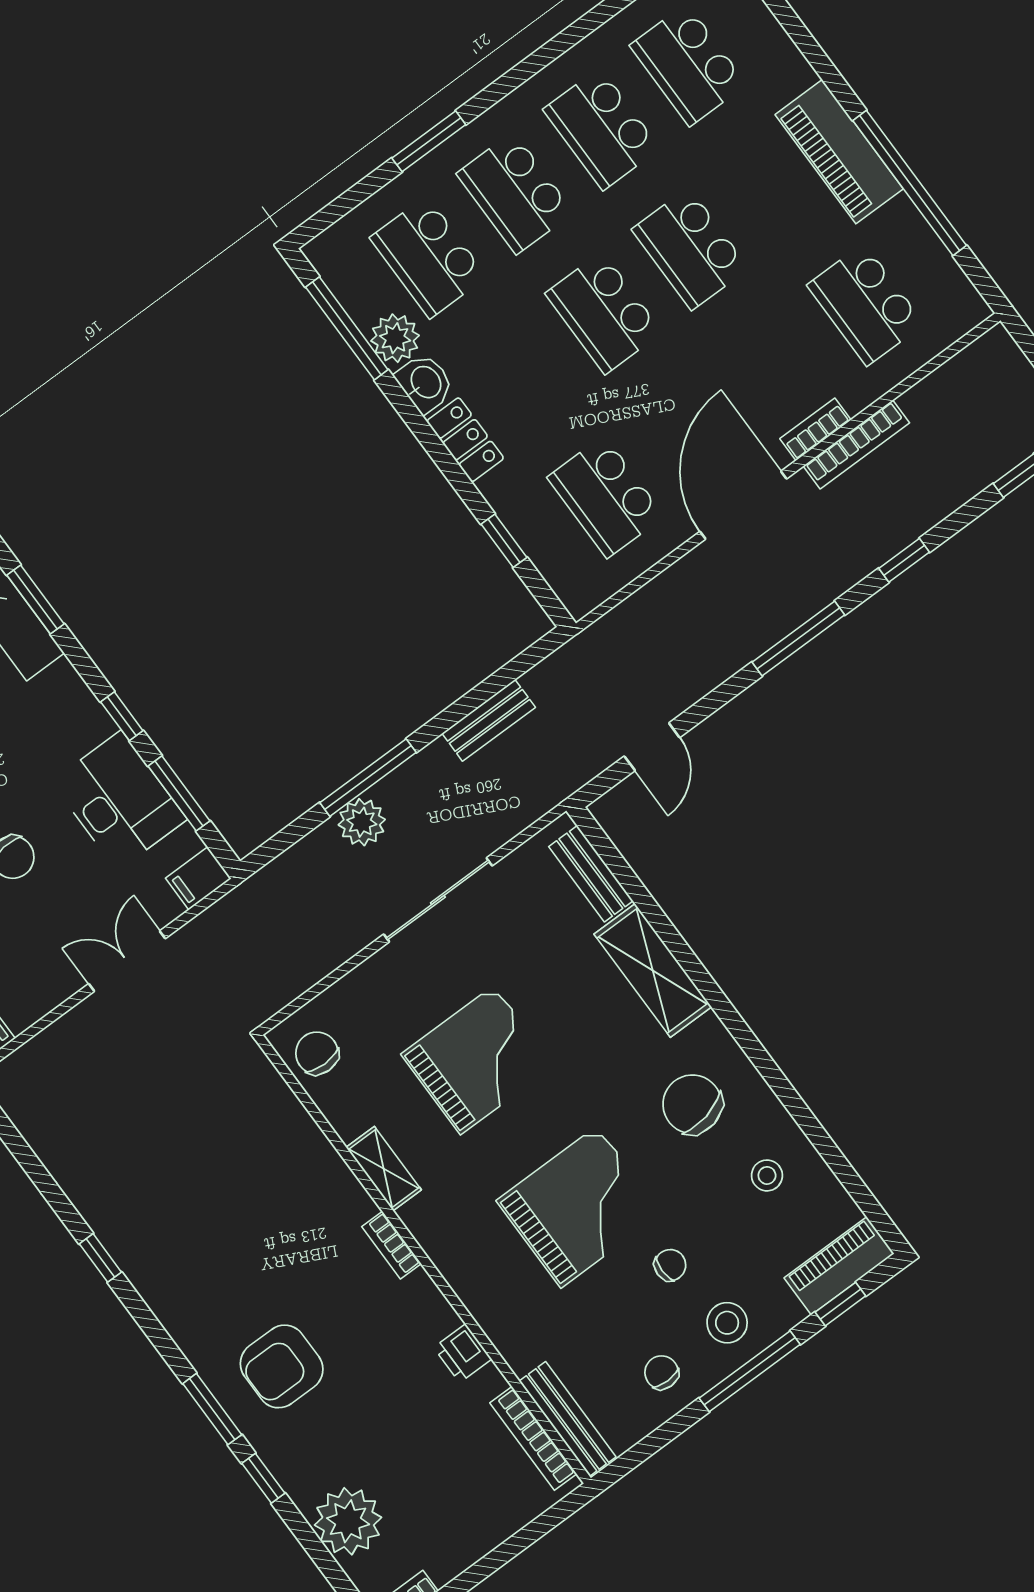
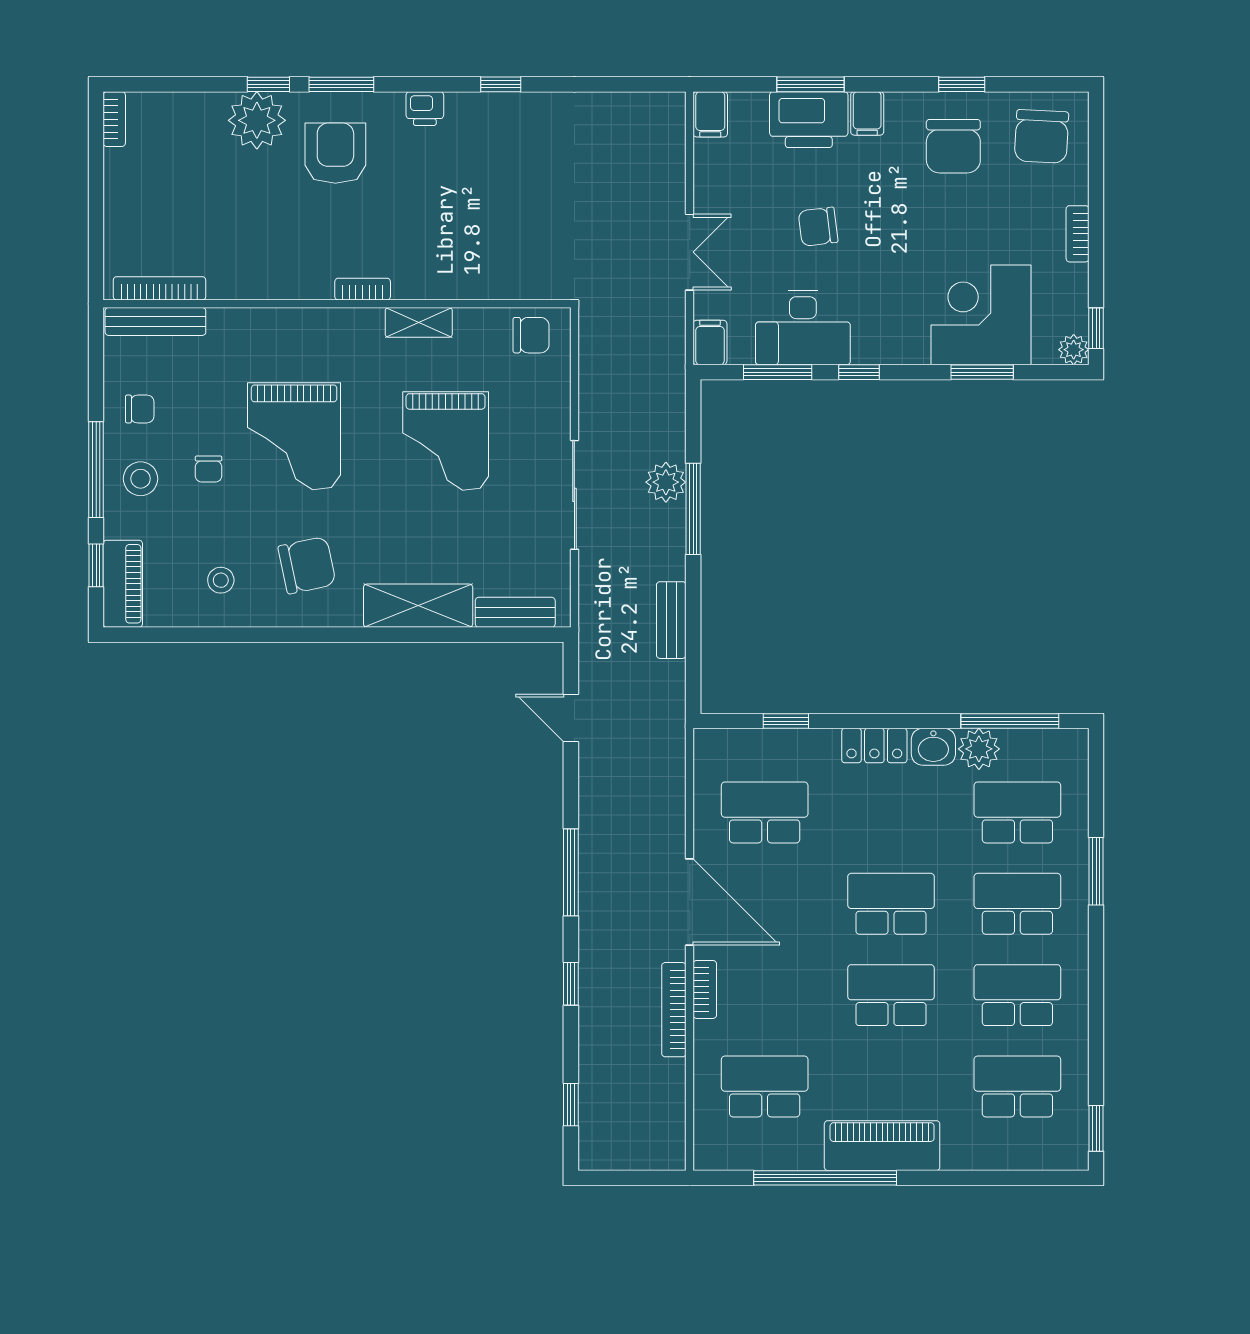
printer: (463, 1353) -> (425, 109), moved, turned 180
plant: (348, 1521) -> (257, 120), moved

